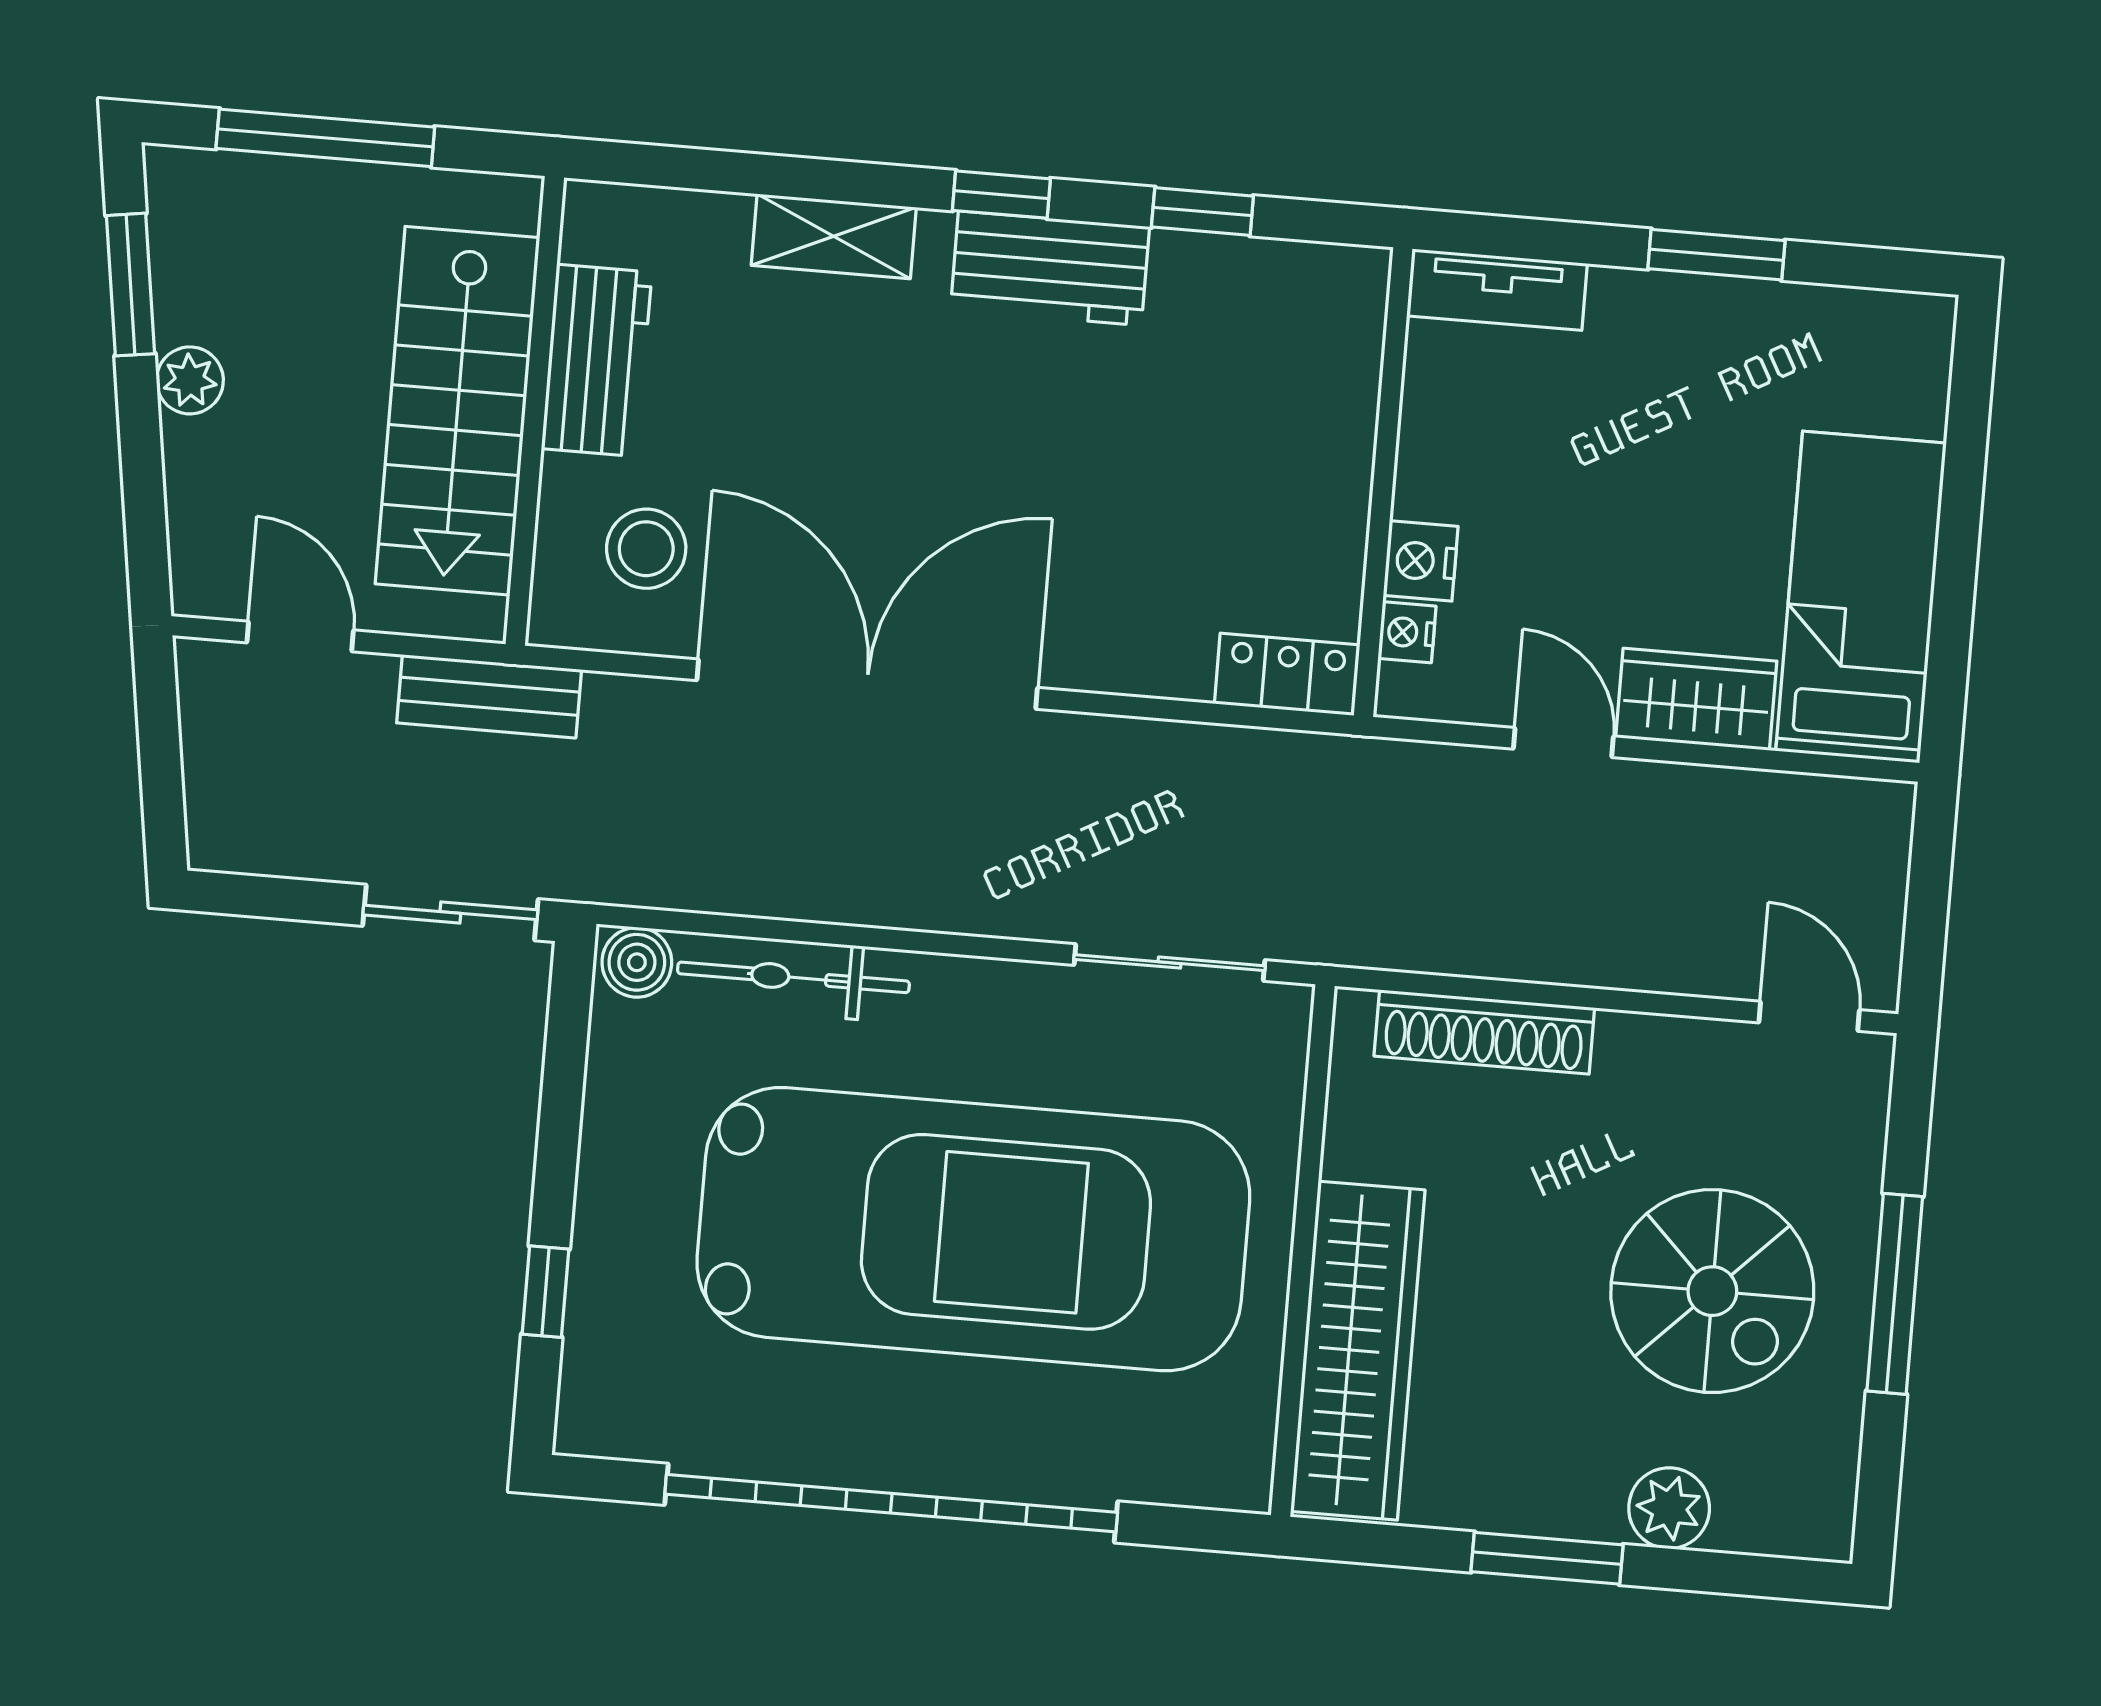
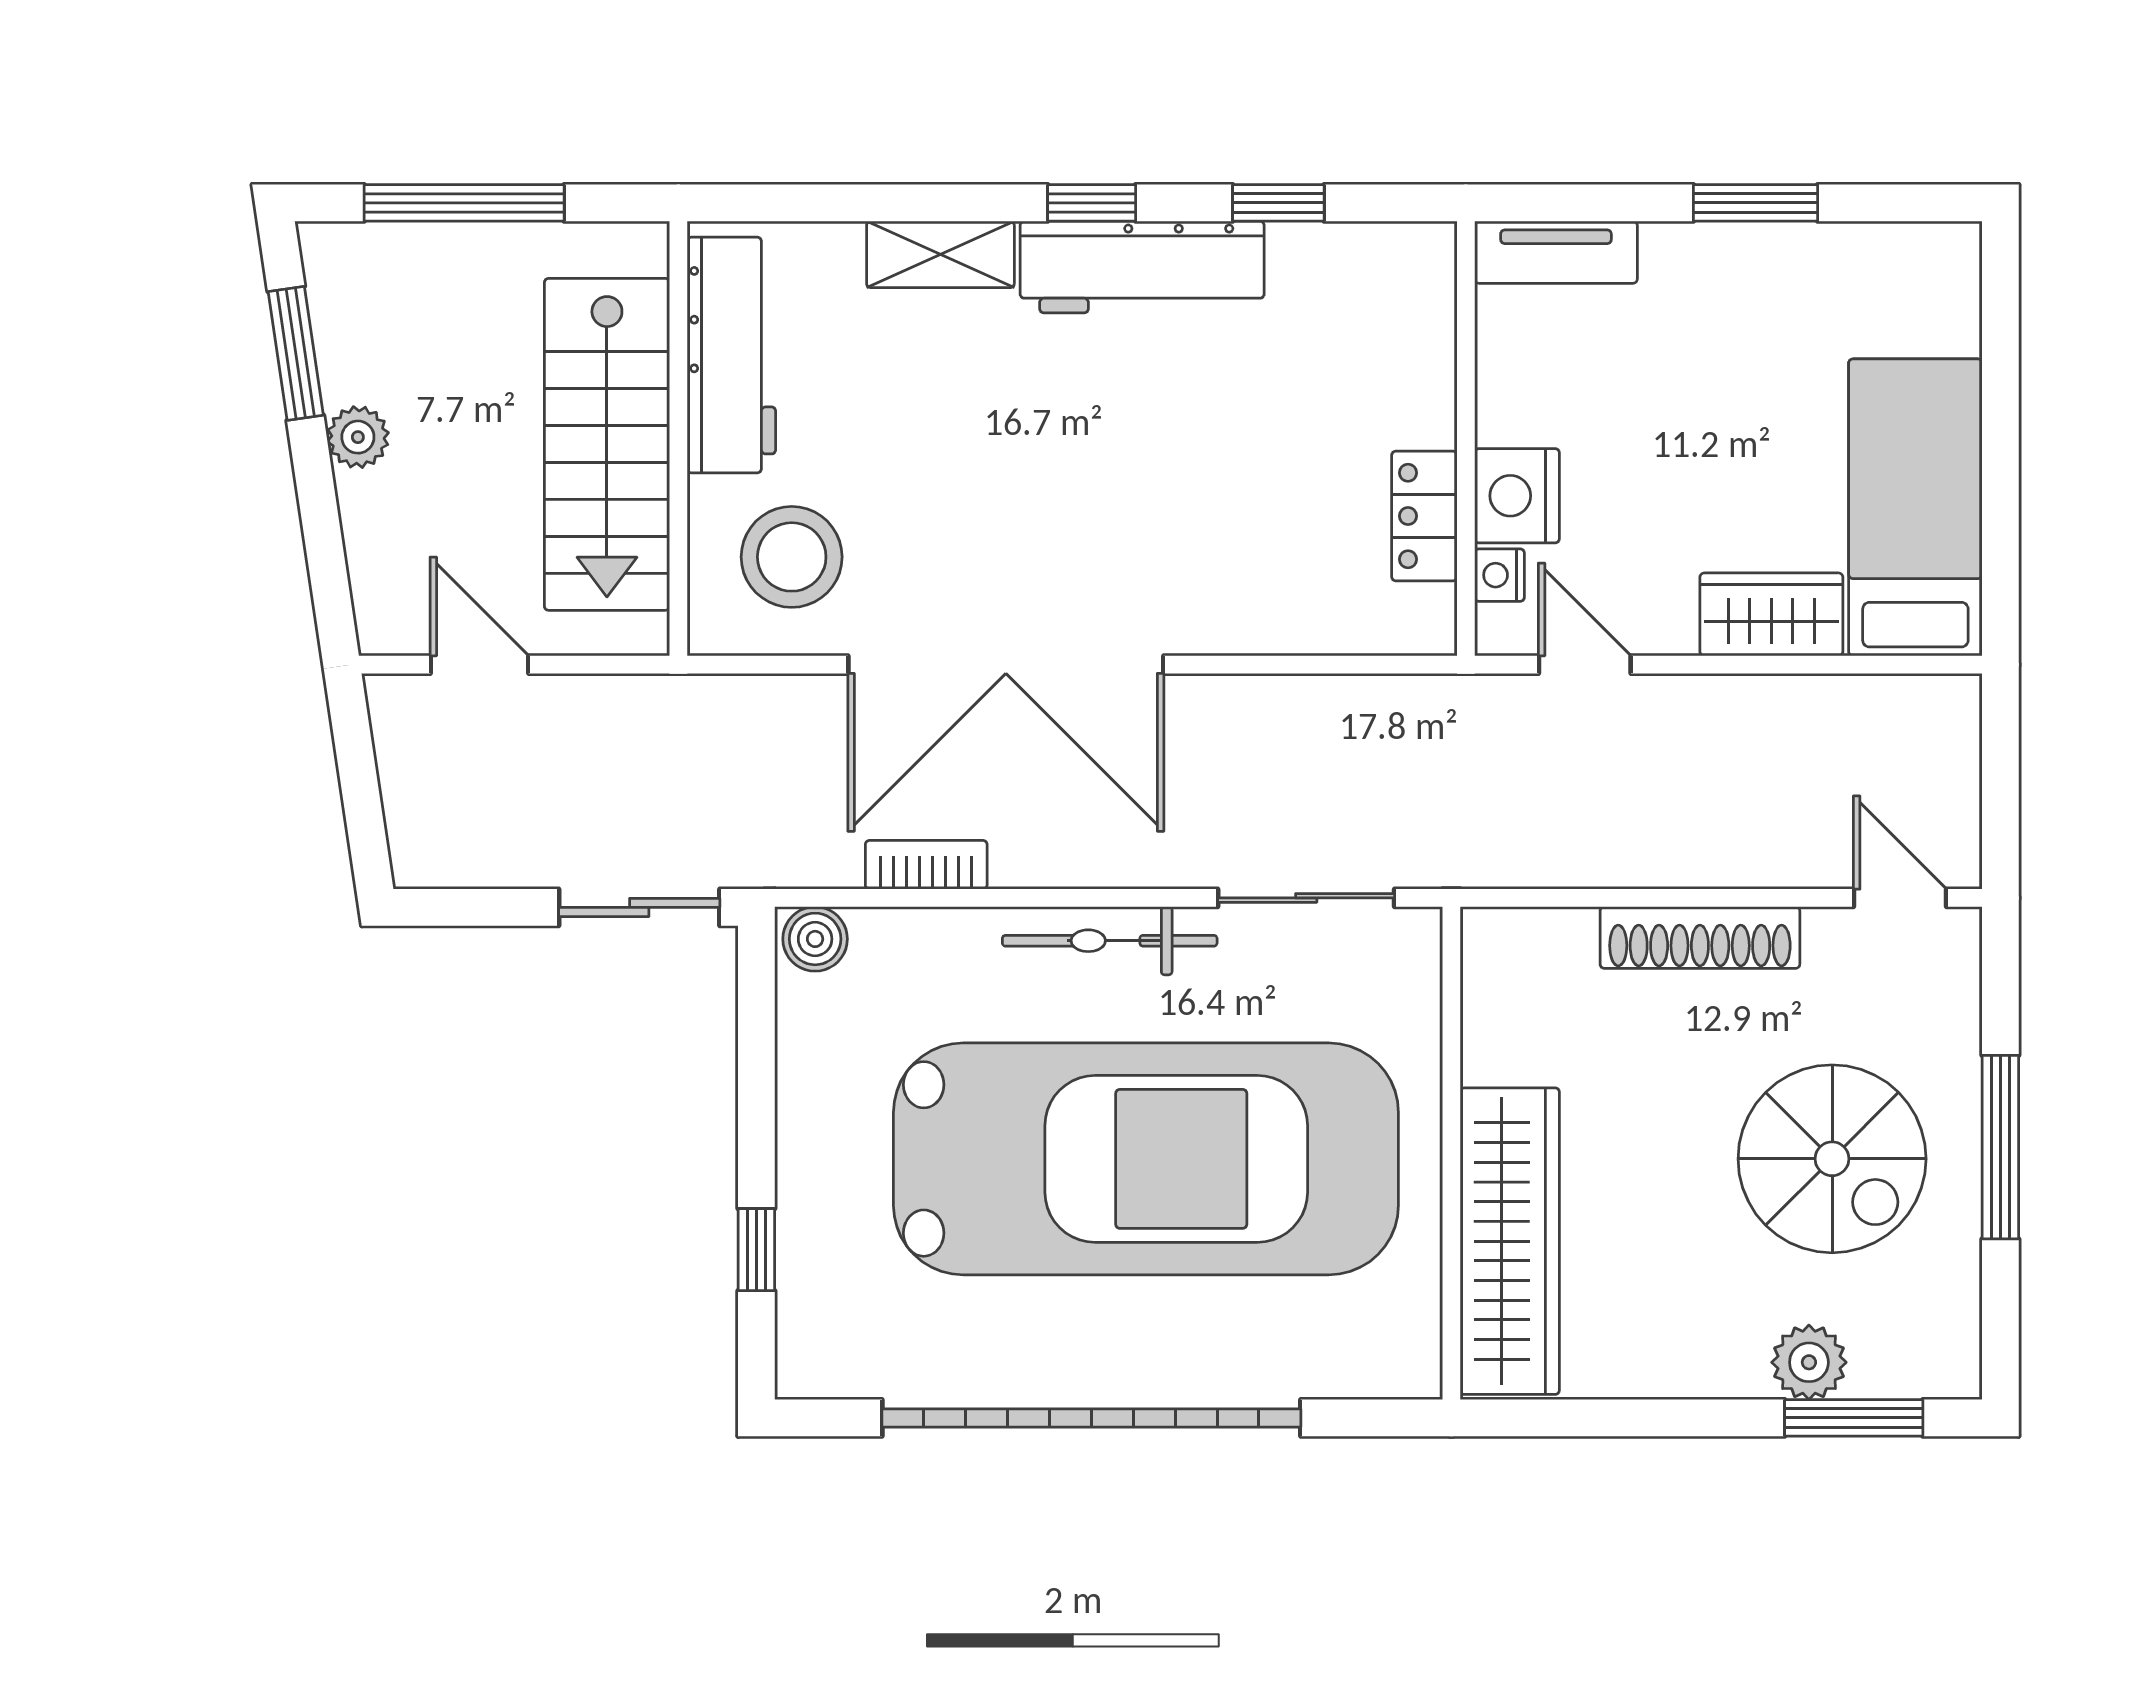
workbench: (1050, 268) -> (1142, 267), width x1.38
workbench: (597, 360) -> (731, 355), width x1.38
stool: (646, 549) -> (792, 557), width x1.38, depth x1.38
nightstand: (1421, 561) -> (1517, 496), width x1.36, depth x1.33
locker: (1287, 674) -> (1424, 516), moved, turned -90
double door: (867, 684) -> (1006, 665), swing flipped
bench: (489, 696) -> (658, 705), removed
door: (1563, 743) -> (1585, 665), moved
bookcase: (763, 893) -> (926, 865), added
bicycle: (793, 977) -> (1110, 941), moved
shoe rack: (1484, 1032) -> (1700, 938), moved
window: (1547, 1558) -> (1854, 1418), moved

